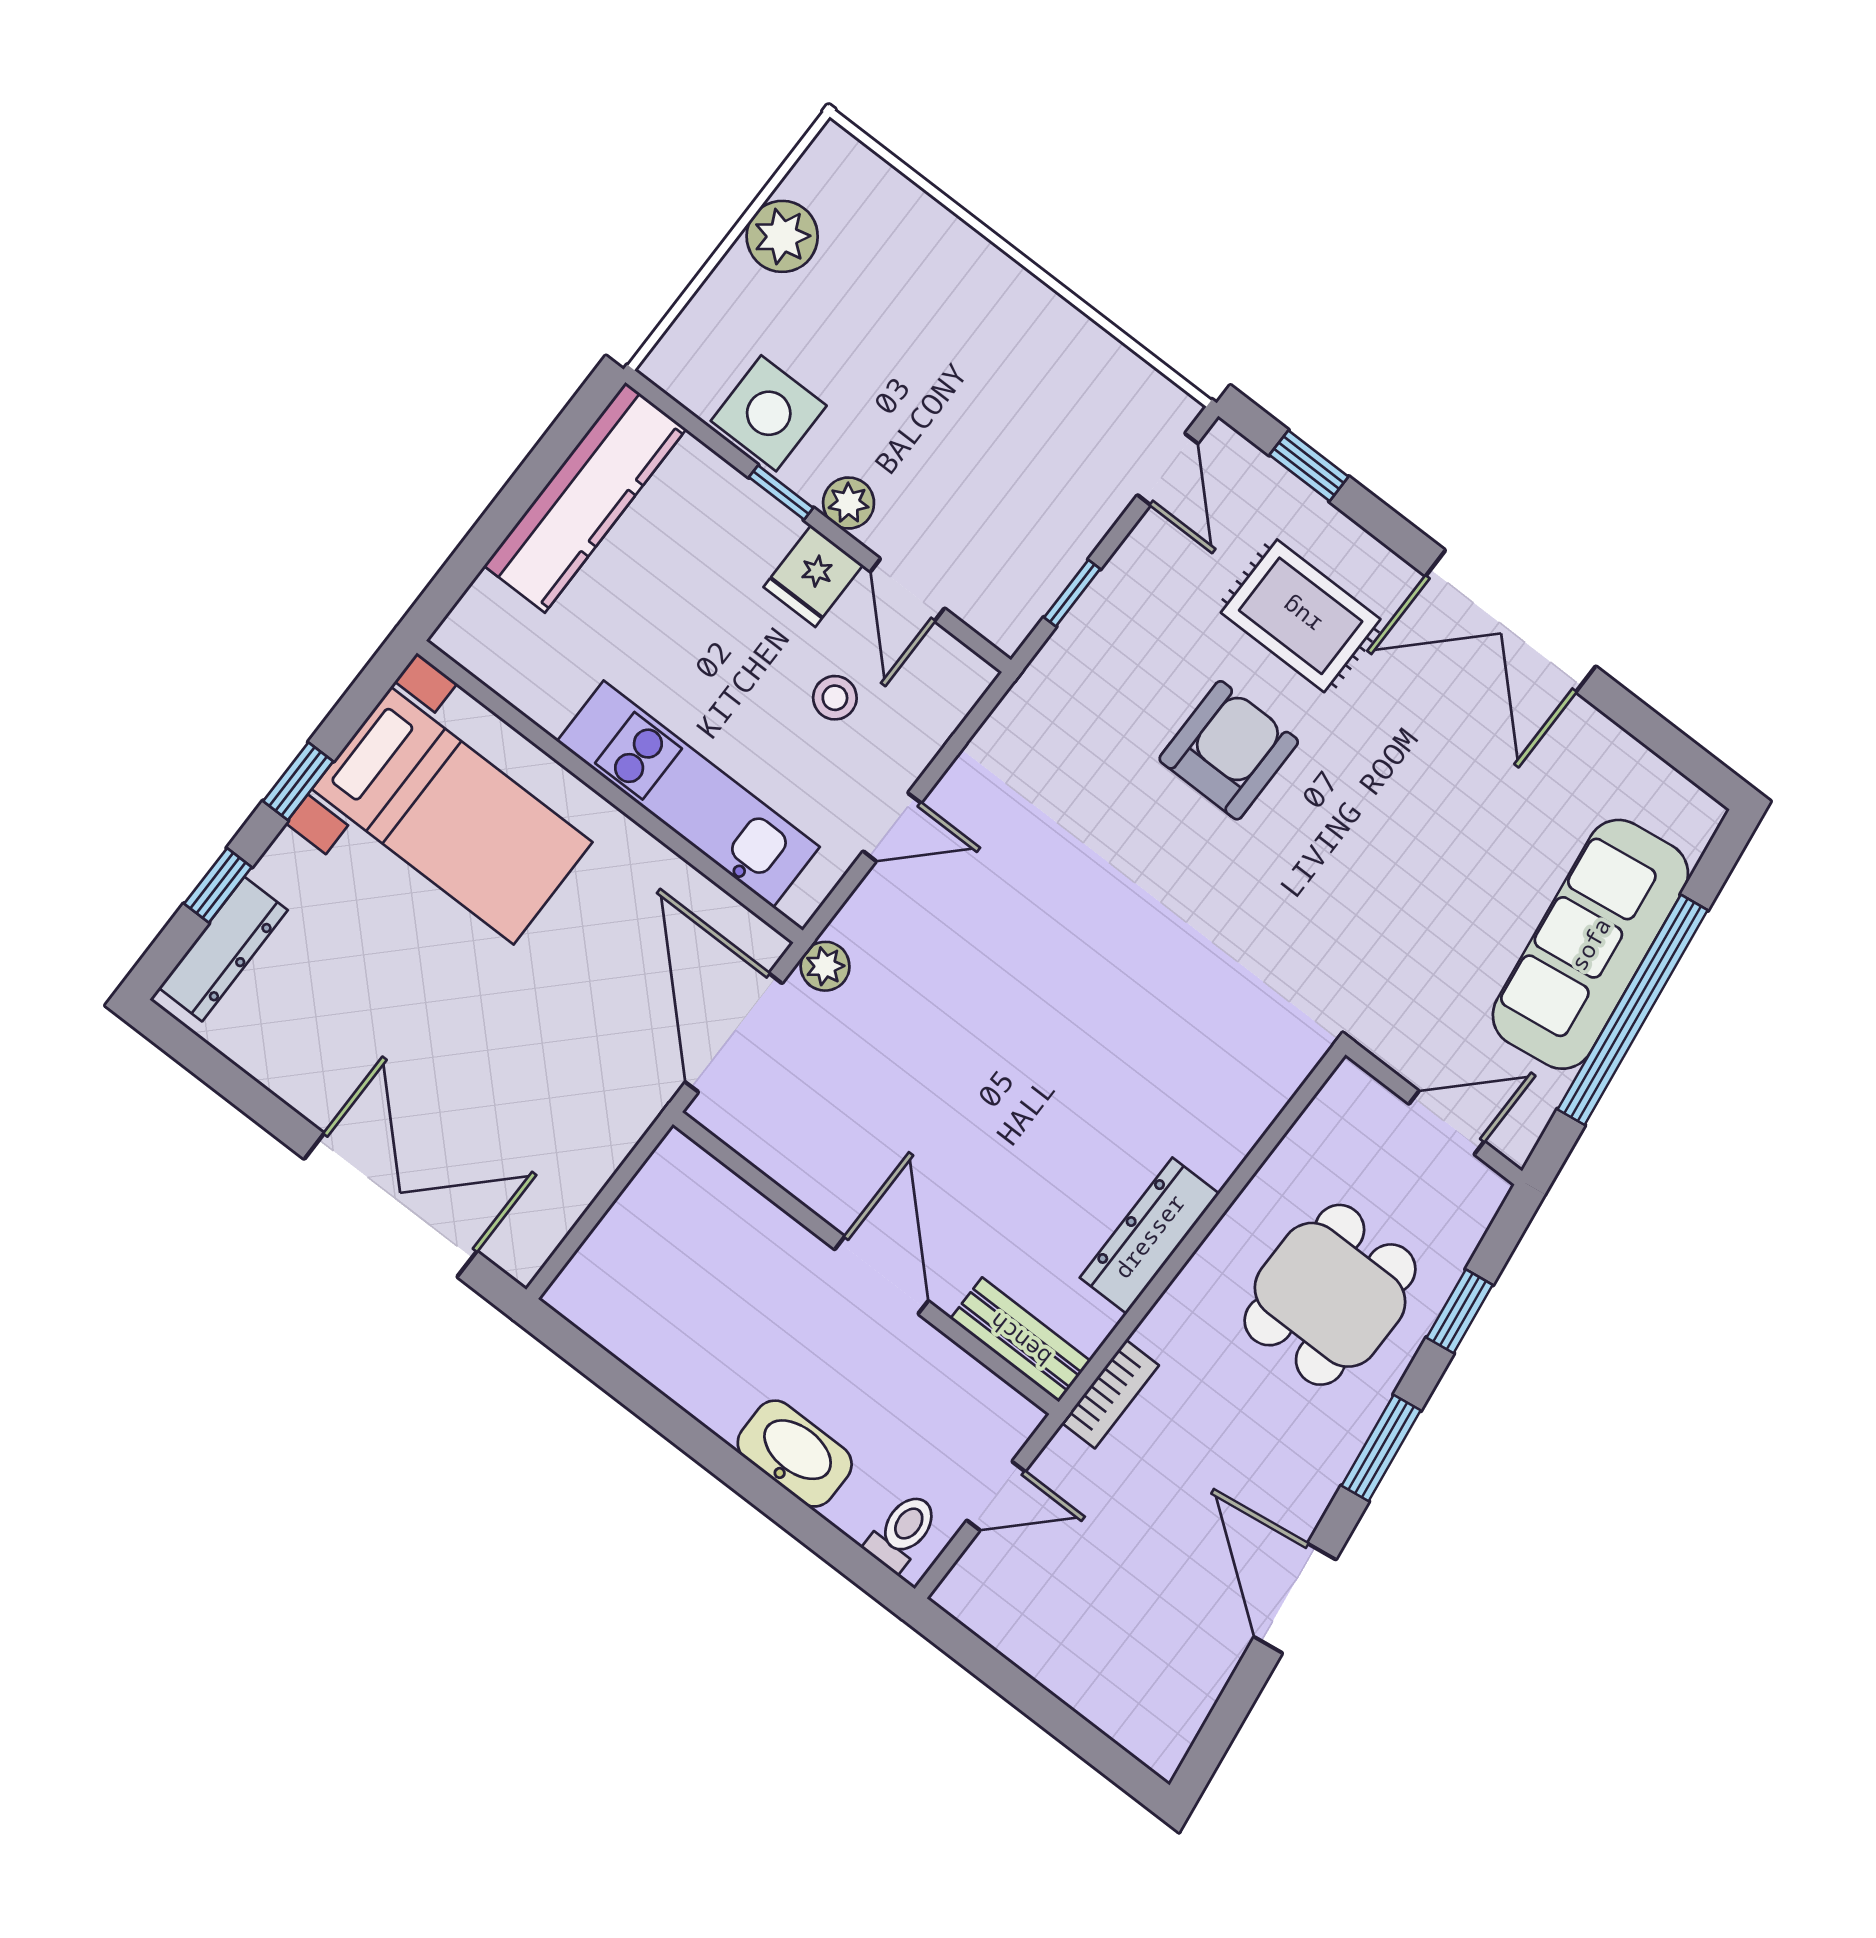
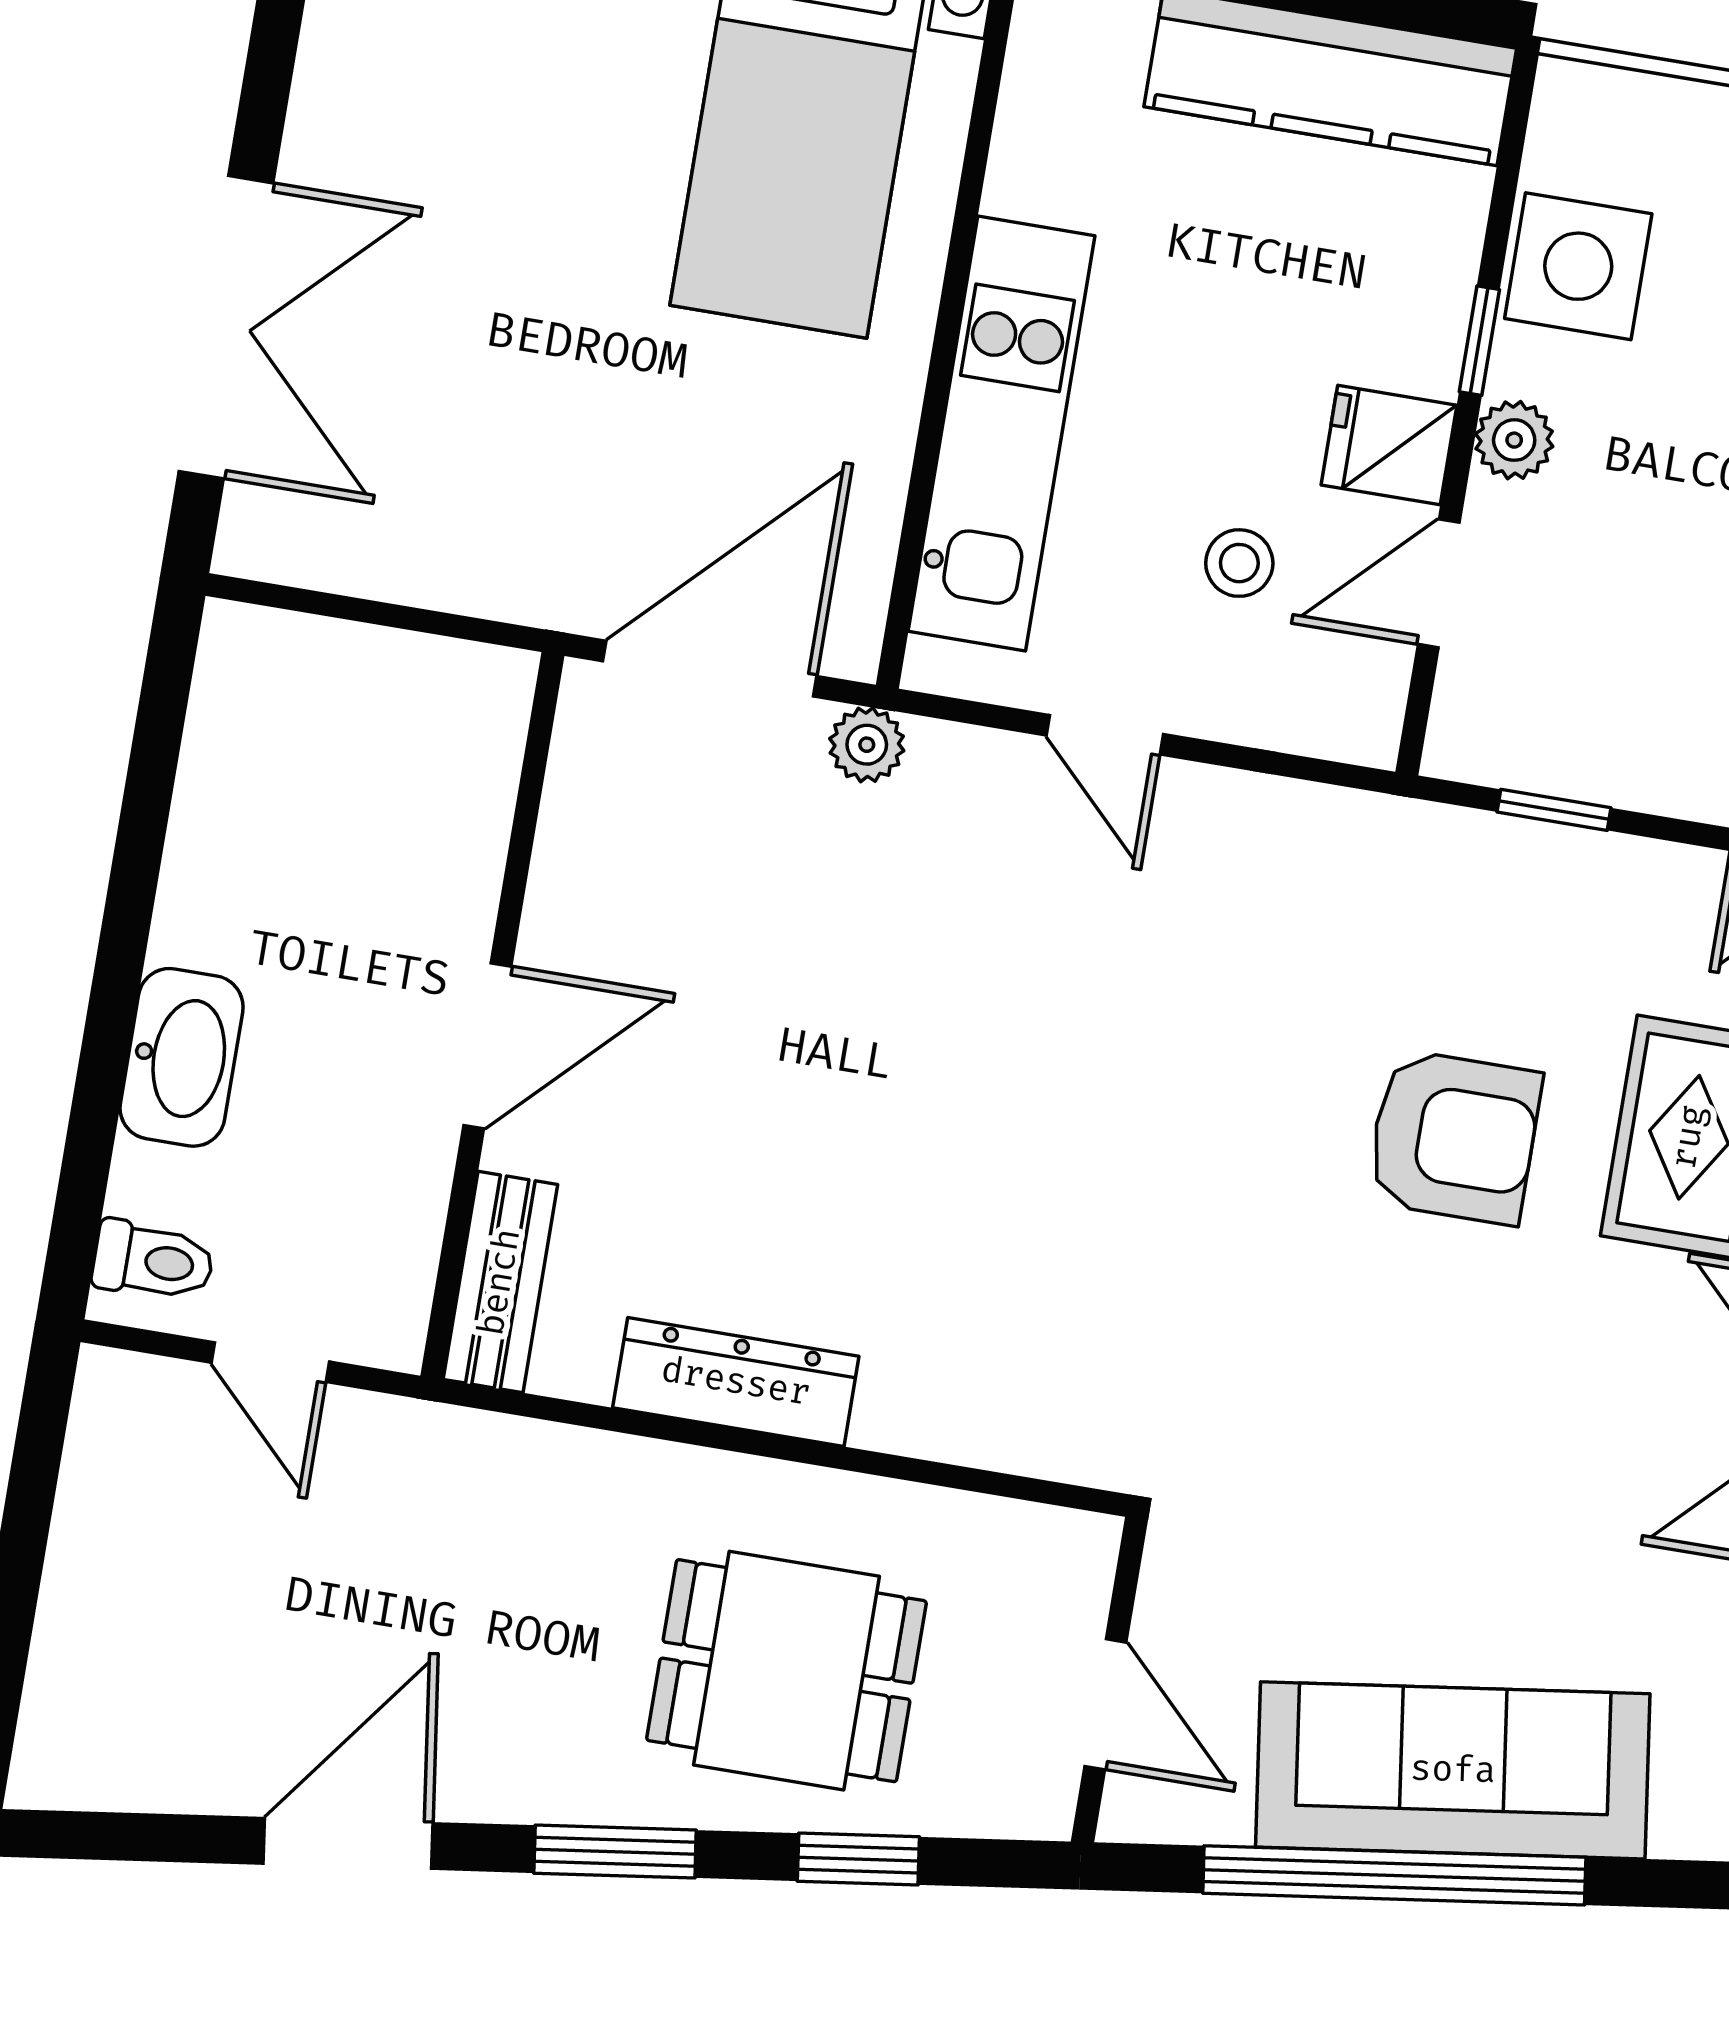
bookcase: (1110, 1394) -> (492, 1444), removed

